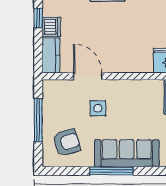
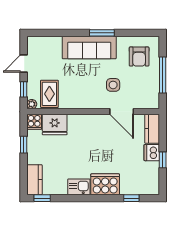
armchair: (67, 143) -> (139, 56), turned -73
window: (111, 171) -> (102, 33), width x0.69

